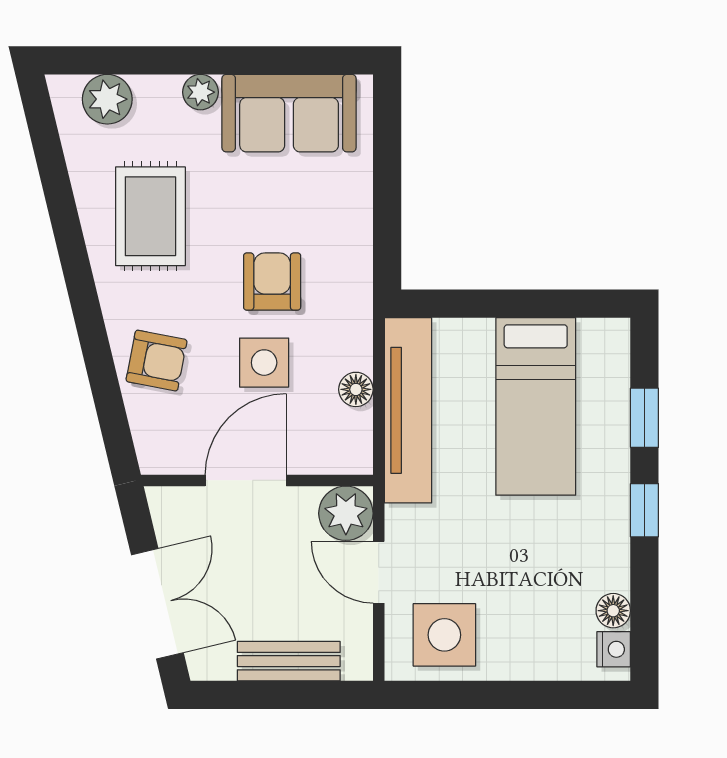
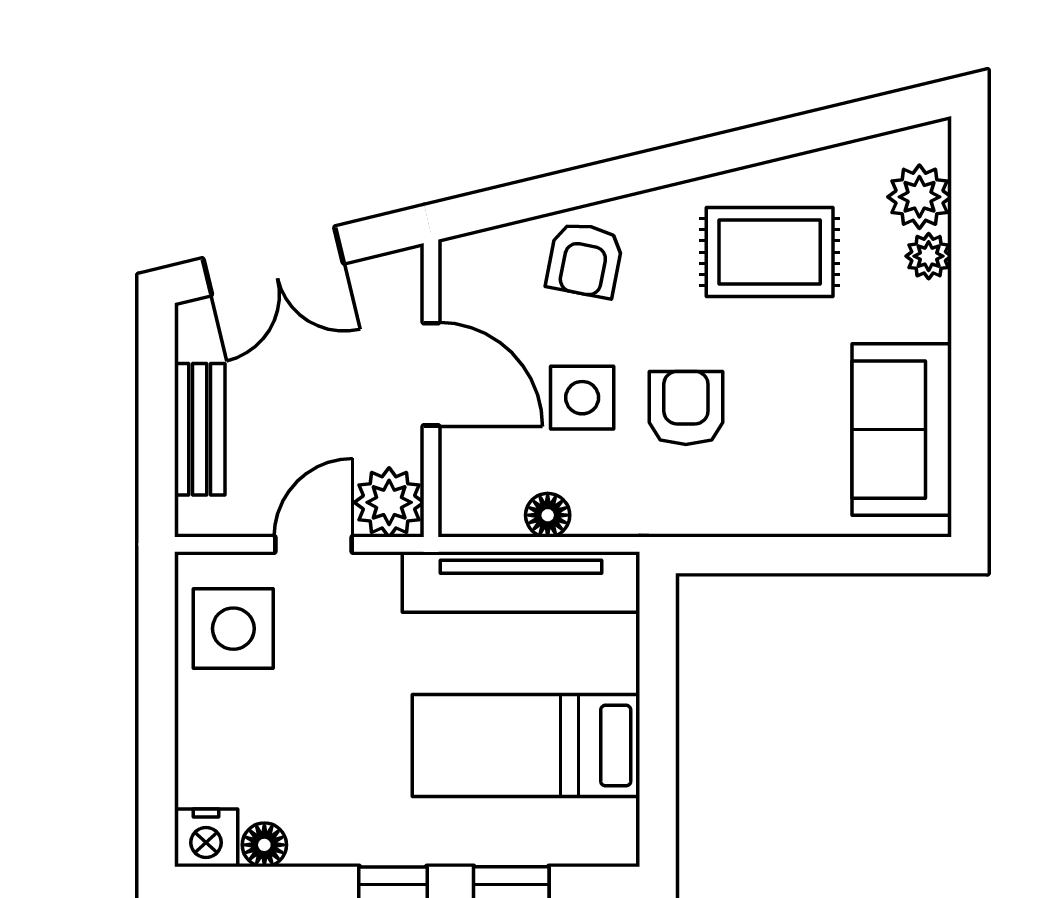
plant: (200, 92) -> (929, 256), moved
armchair: (272, 282) -> (686, 408), turned -90
nightstand: (614, 649) -> (206, 838), width x1.39, depth x1.35

